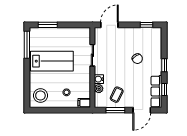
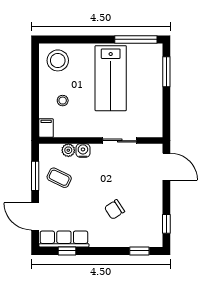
window: (164, 65) -> (139, 251), moved

